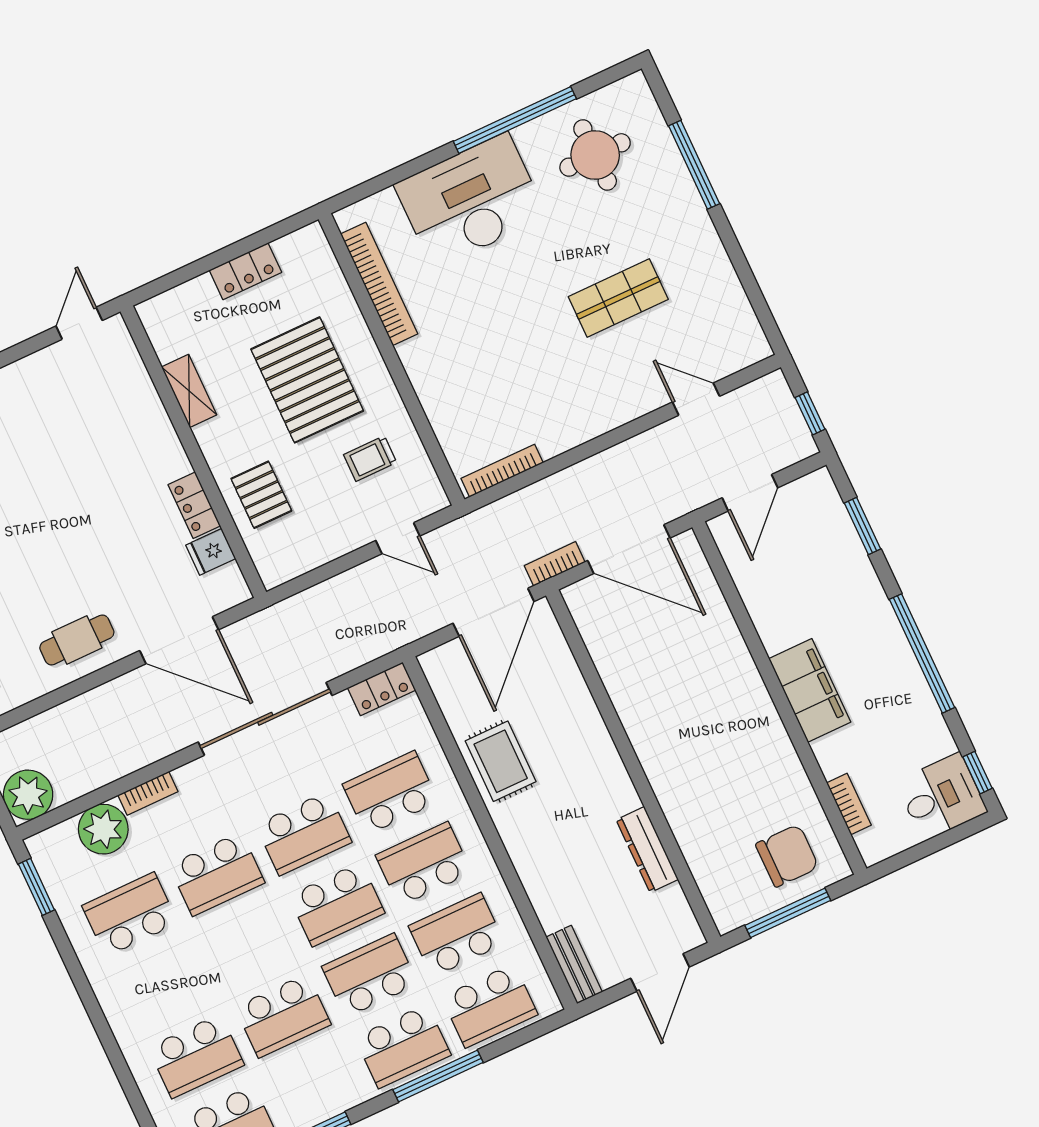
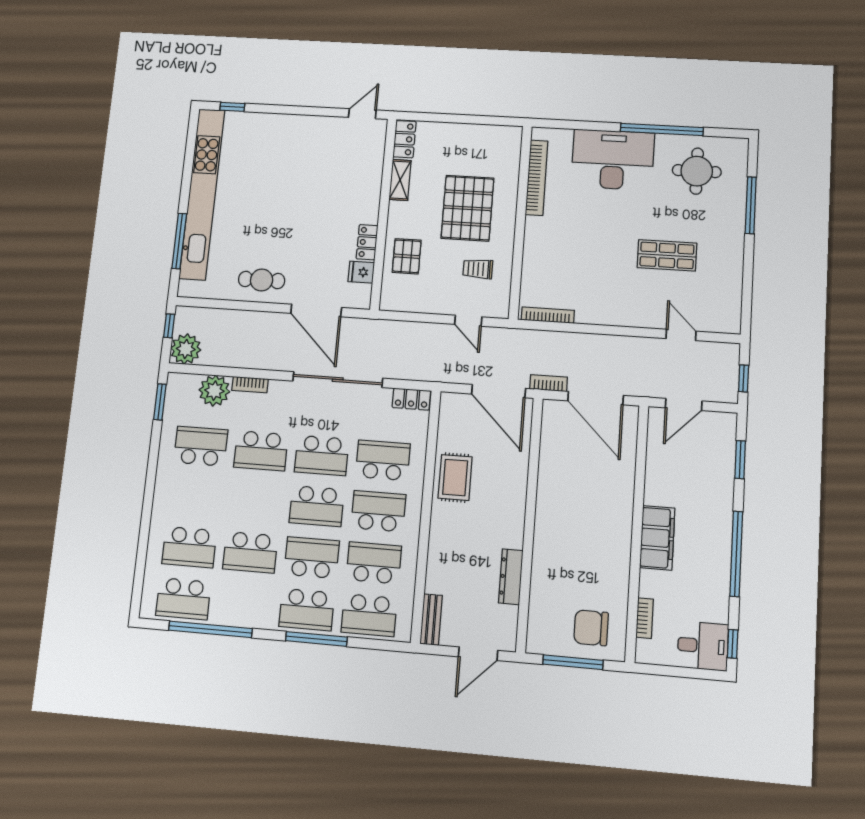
locker: (245, 271) -> (405, 139), moved, turned -90
door: (494, 612) -> (499, 391), hinge flipped
chair: (787, 856) -> (591, 628), turned 180

